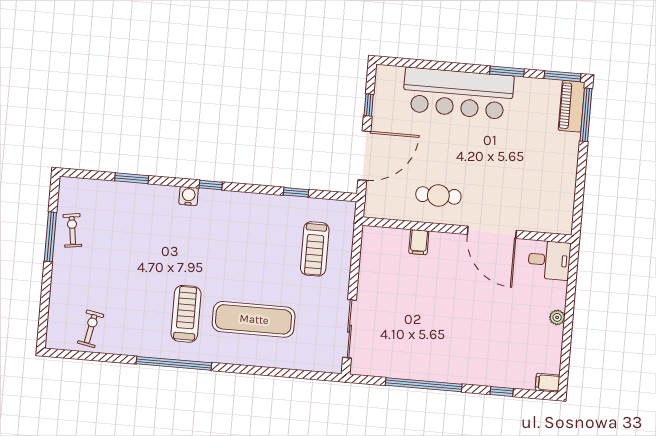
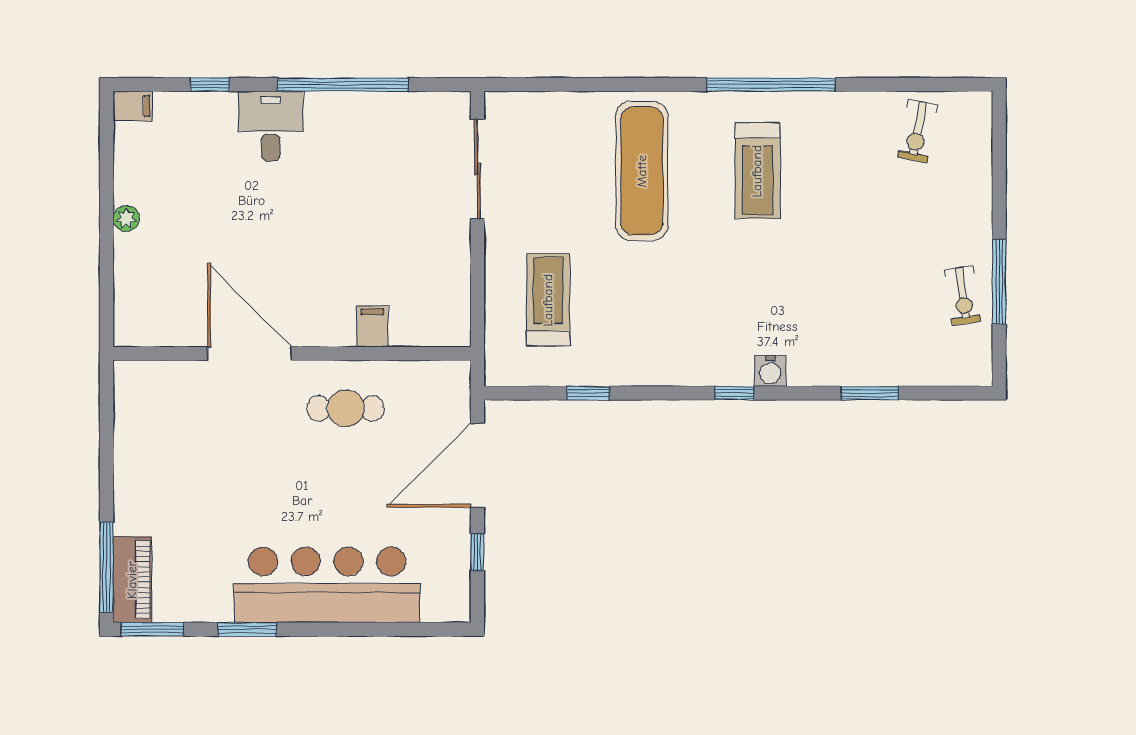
desk: (549, 260) -> (271, 126), moved, turned 90
exercise mat: (254, 319) -> (642, 171), turned 90

